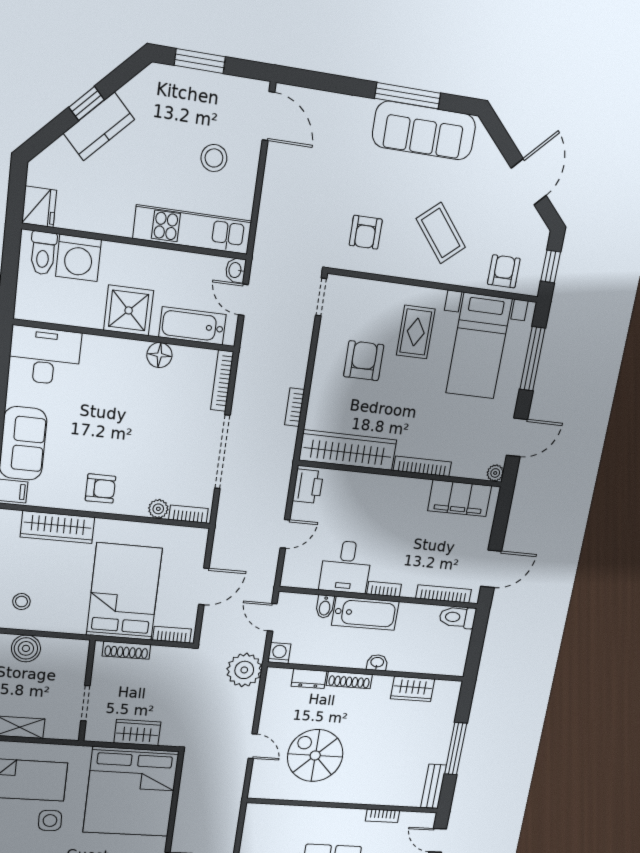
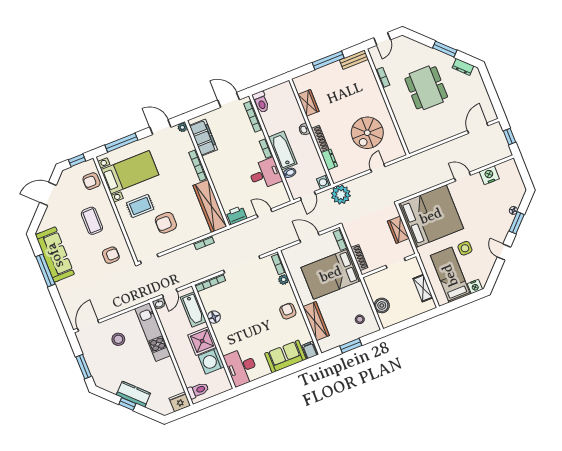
coffee table: (441, 233) -> (92, 221), turned -50
washing machine: (78, 258) -> (211, 361), moved, turned 180

